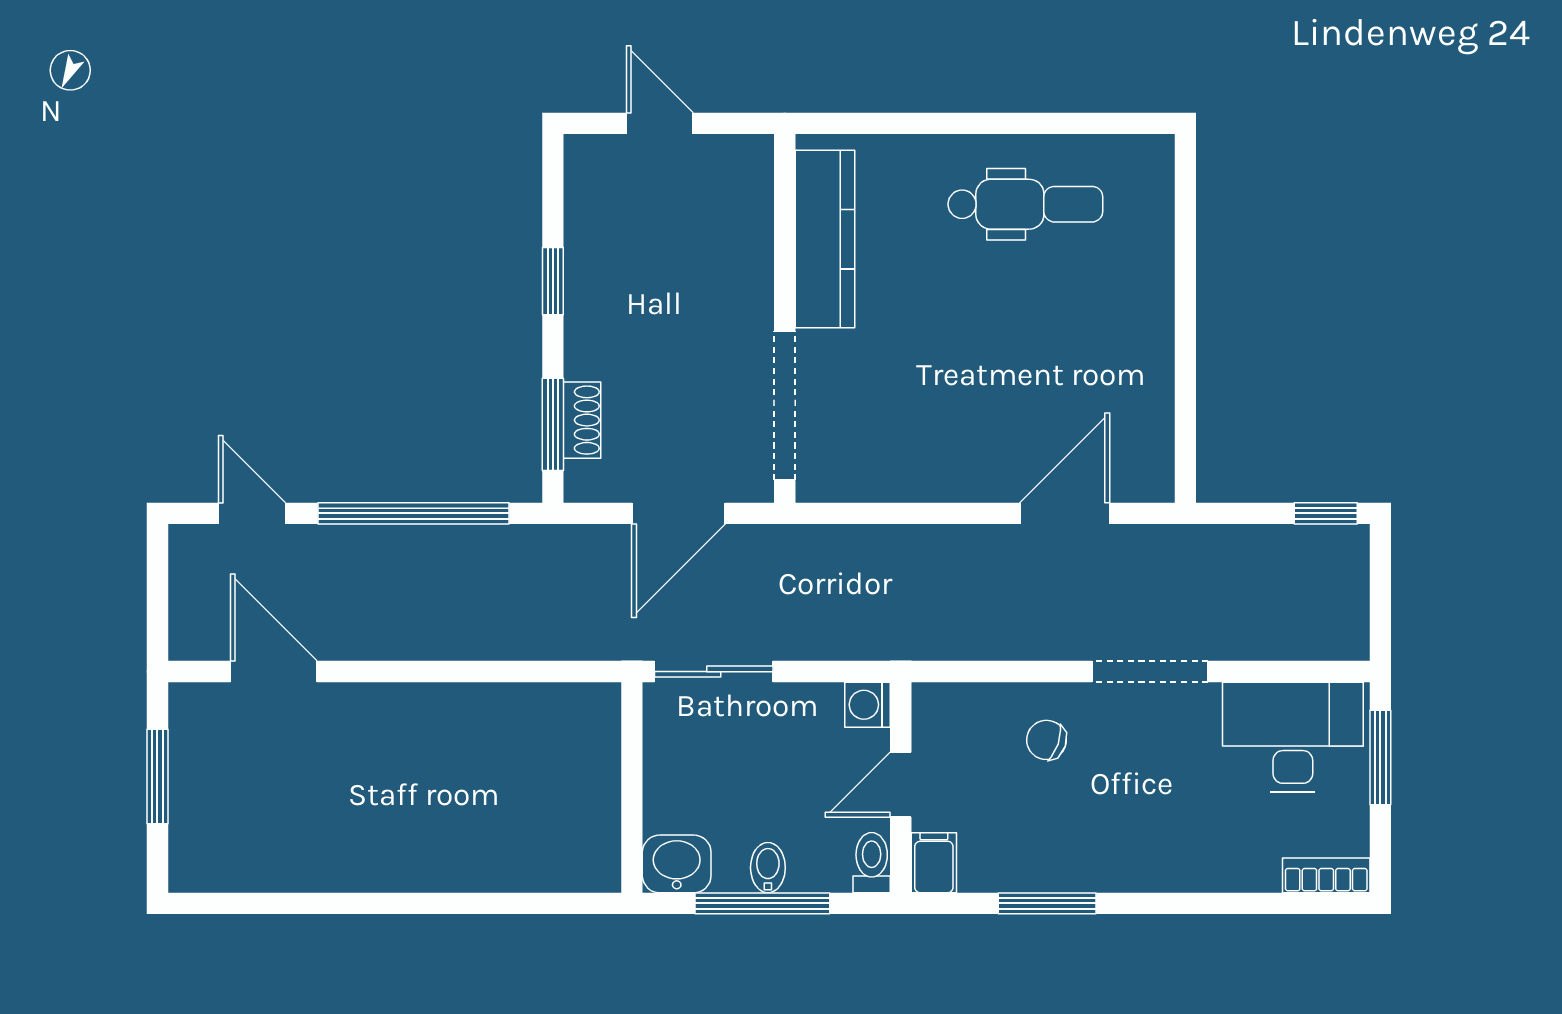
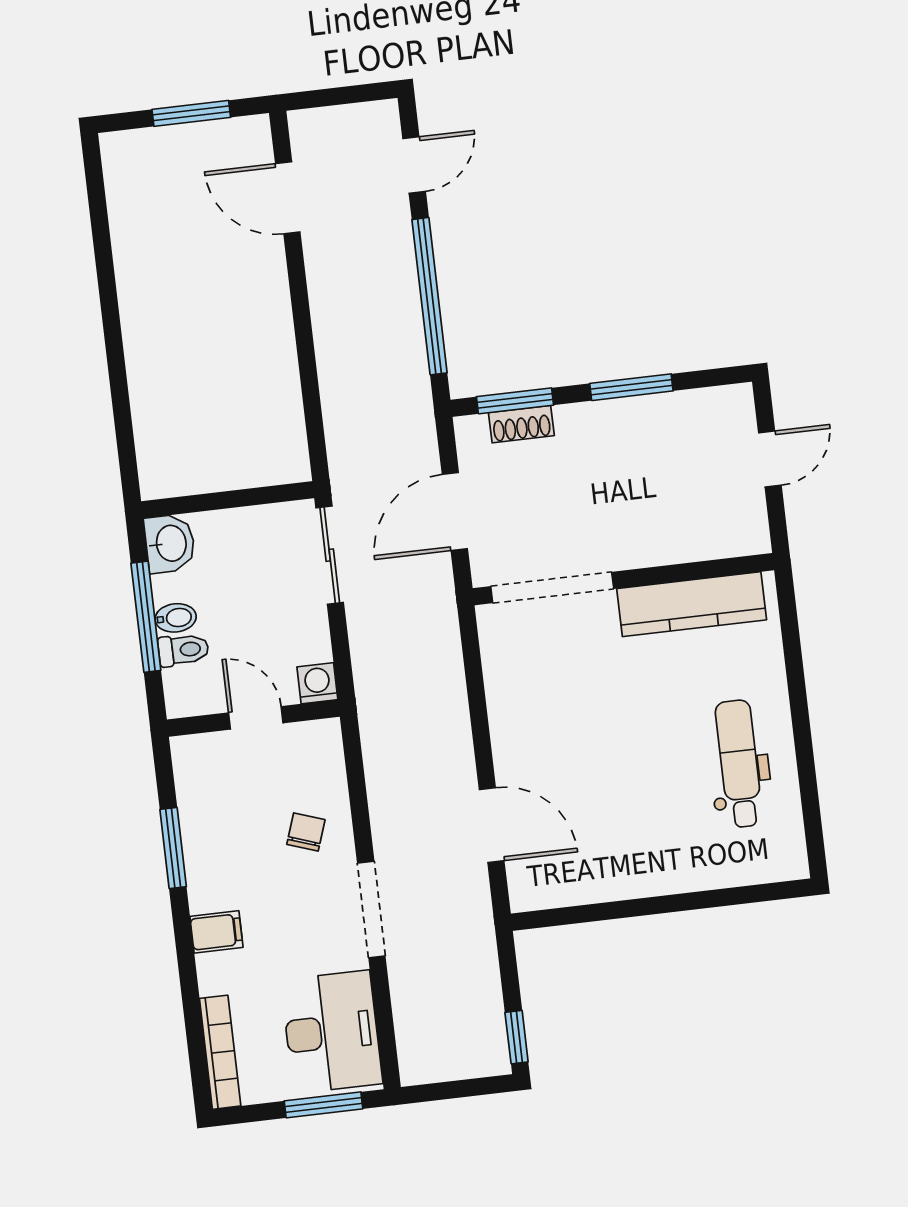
dental chair: (1025, 204) -> (739, 764), turned 180
window: (553, 281) -> (631, 387), width x1.50
door: (679, 513) -> (455, 512), hinge flipped
door: (274, 672) -> (288, 198), swing flipped
toilet: (872, 863) -> (183, 650), moved
filing cabinet: (934, 863) -> (216, 932), moved
bookcase: (1326, 875) -> (220, 1052), width x1.56

